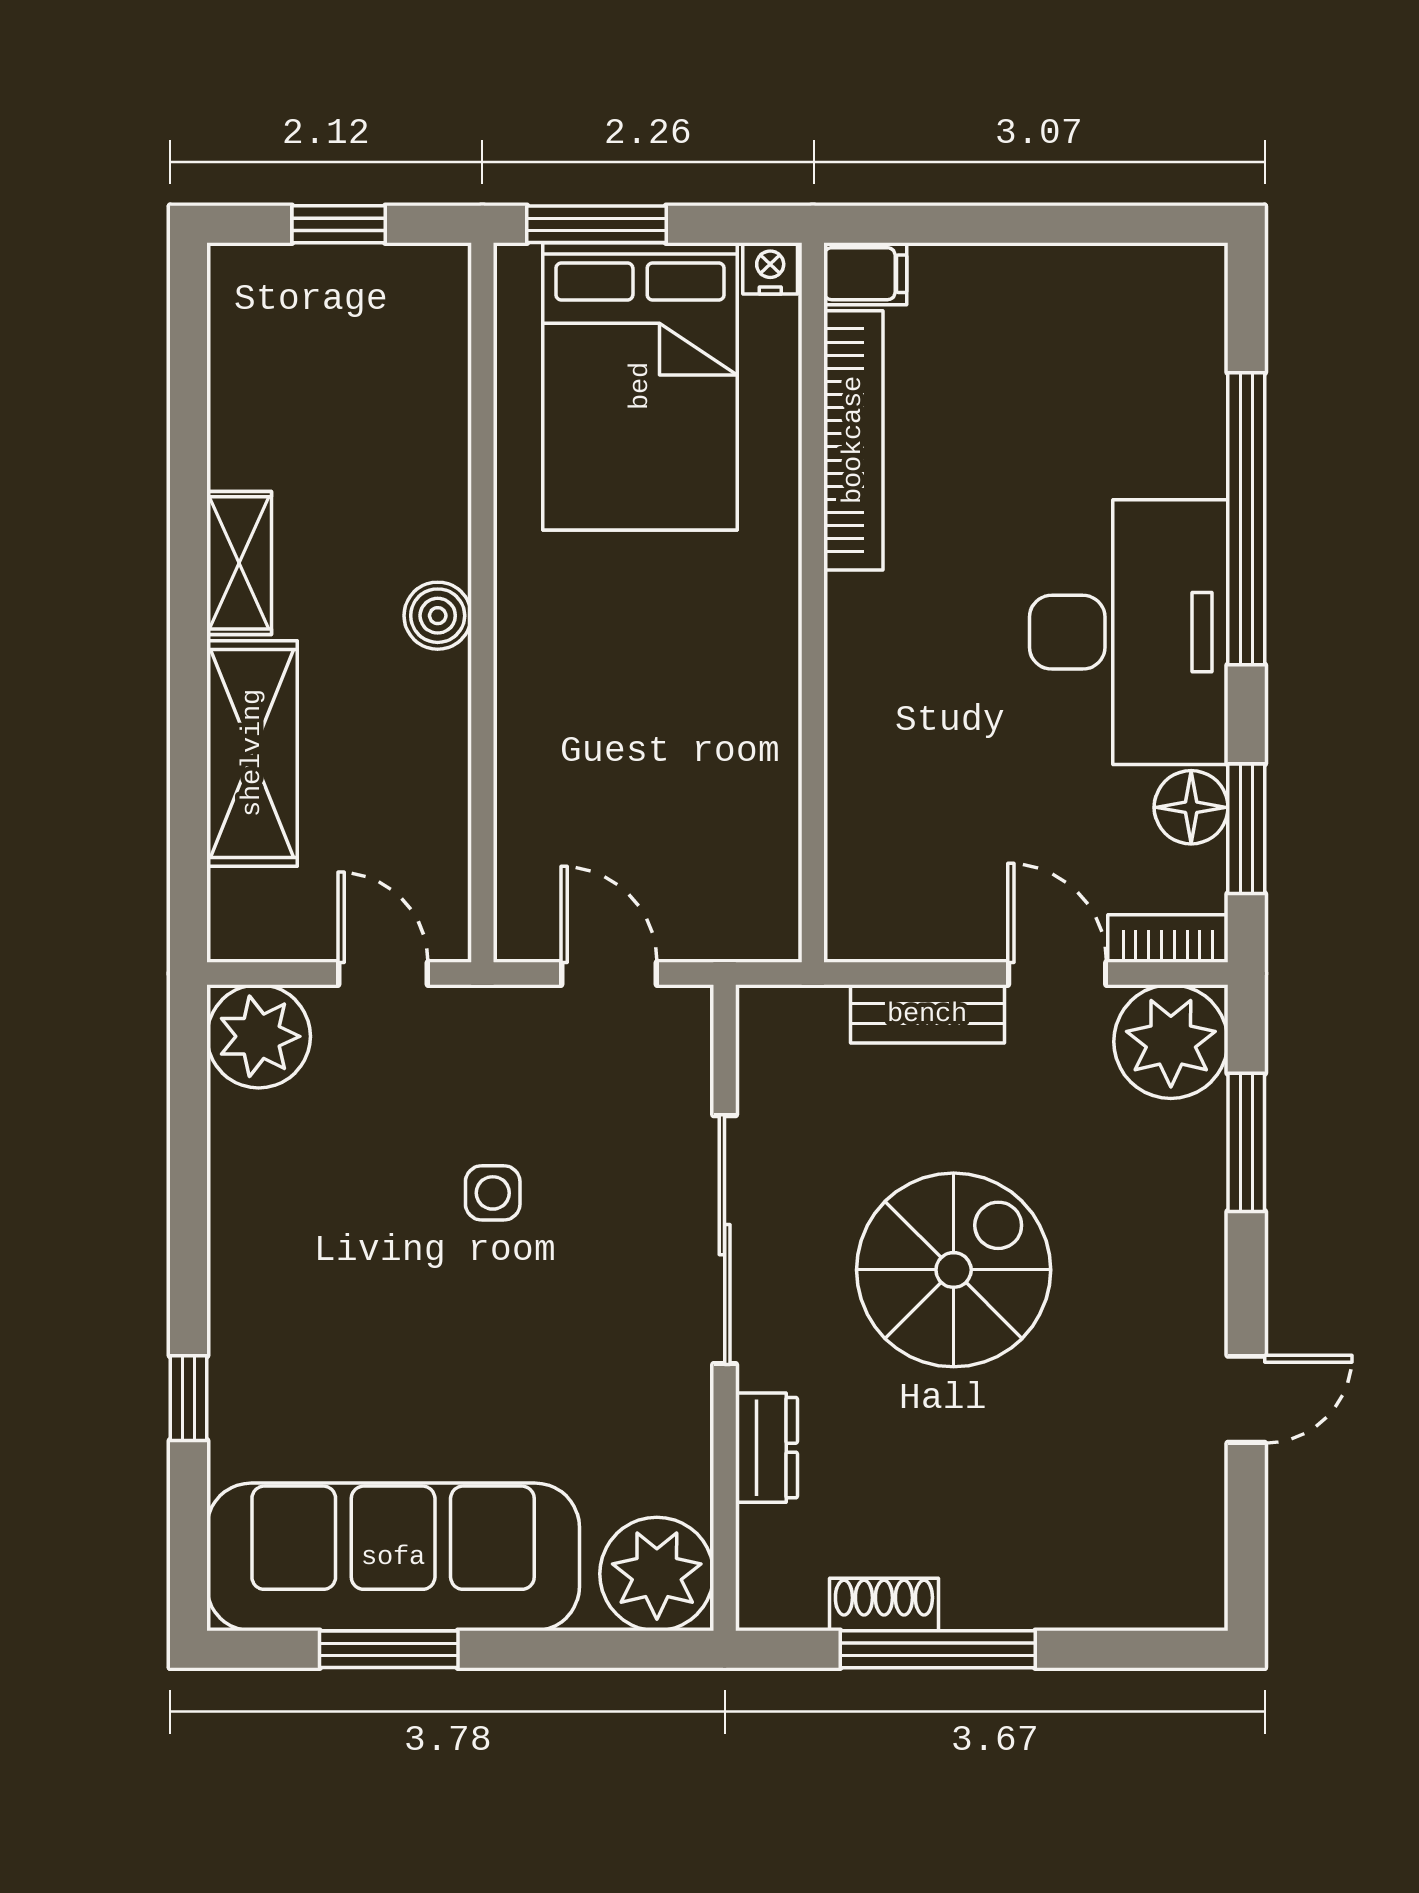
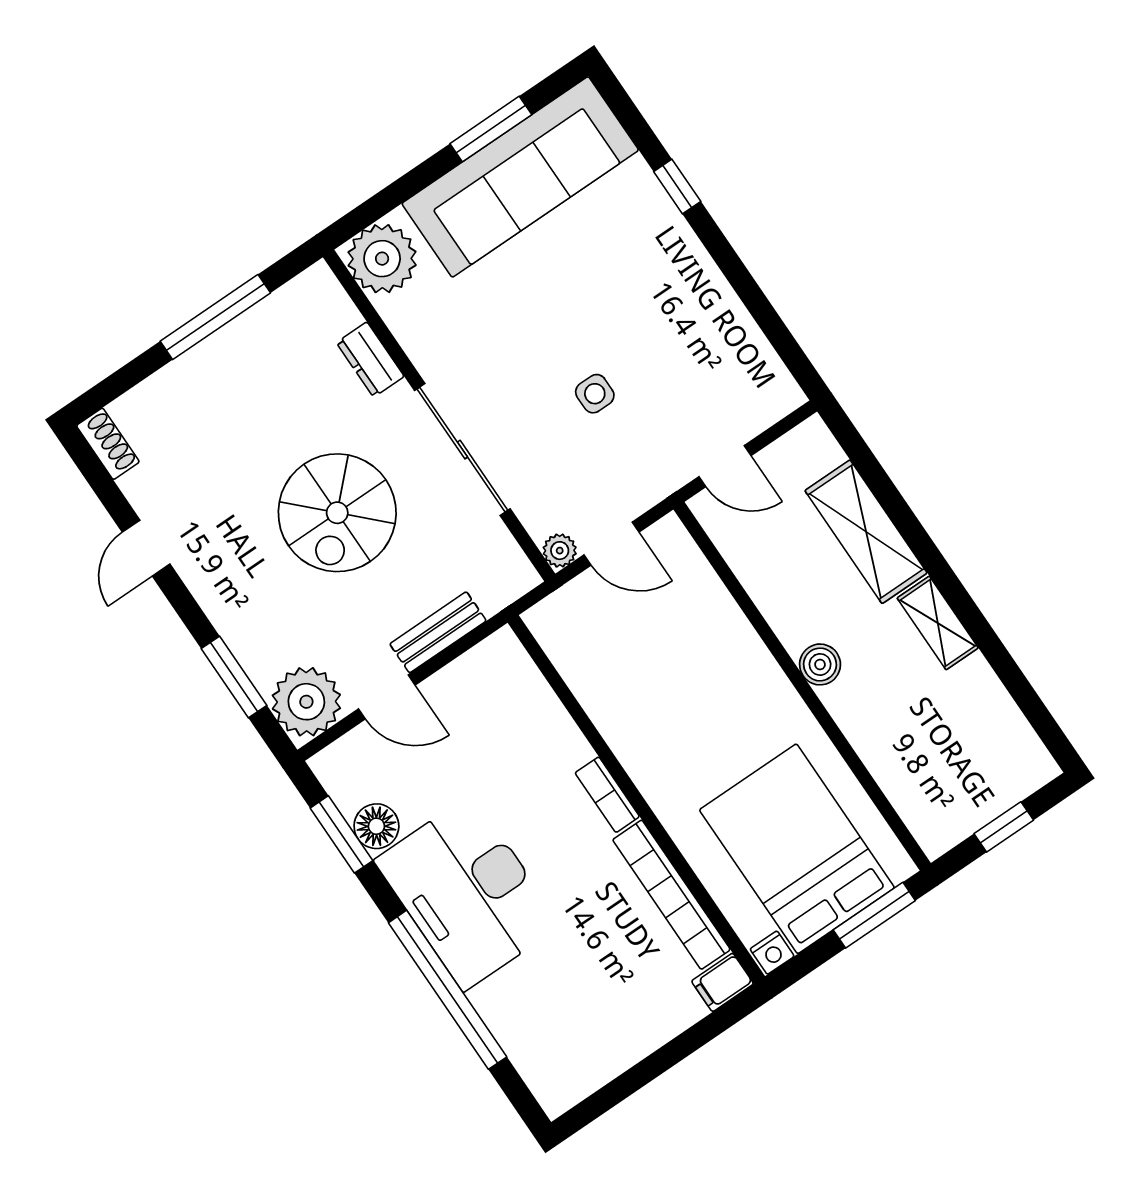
bookcase: (1168, 939) -> (607, 795), moved, turned 90
plant: (259, 1036) -> (560, 551), moved, width x0.53, depth x0.53
shoe rack: (884, 1604) -> (108, 444), moved, turned -90

